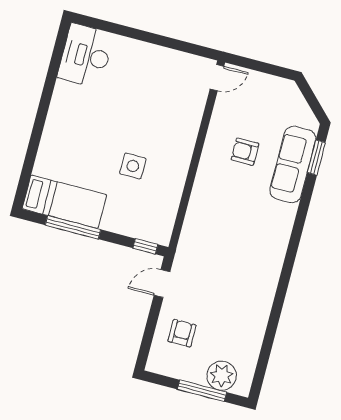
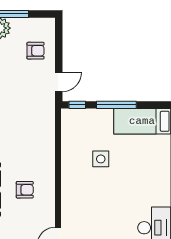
window: (73, 227) -> (116, 105), moved
armchair: (182, 333) -> (36, 51), turned -90

